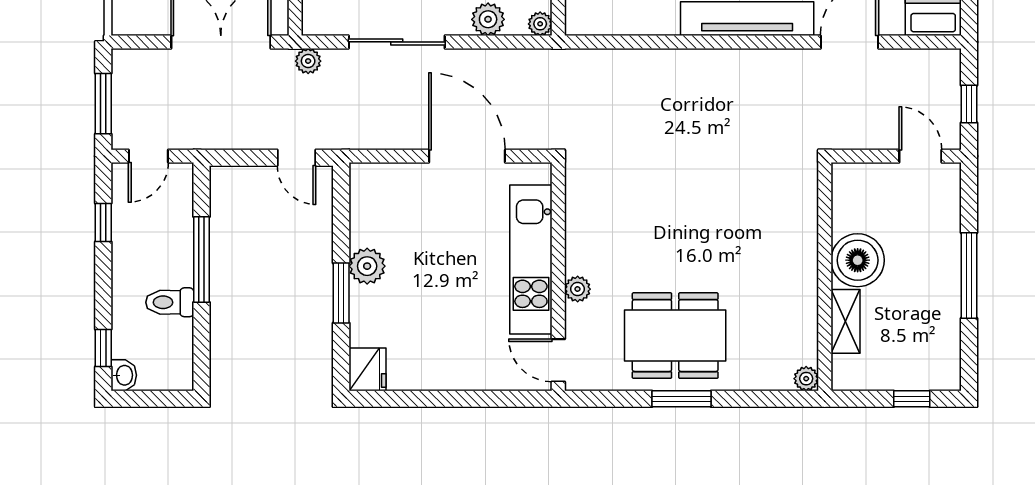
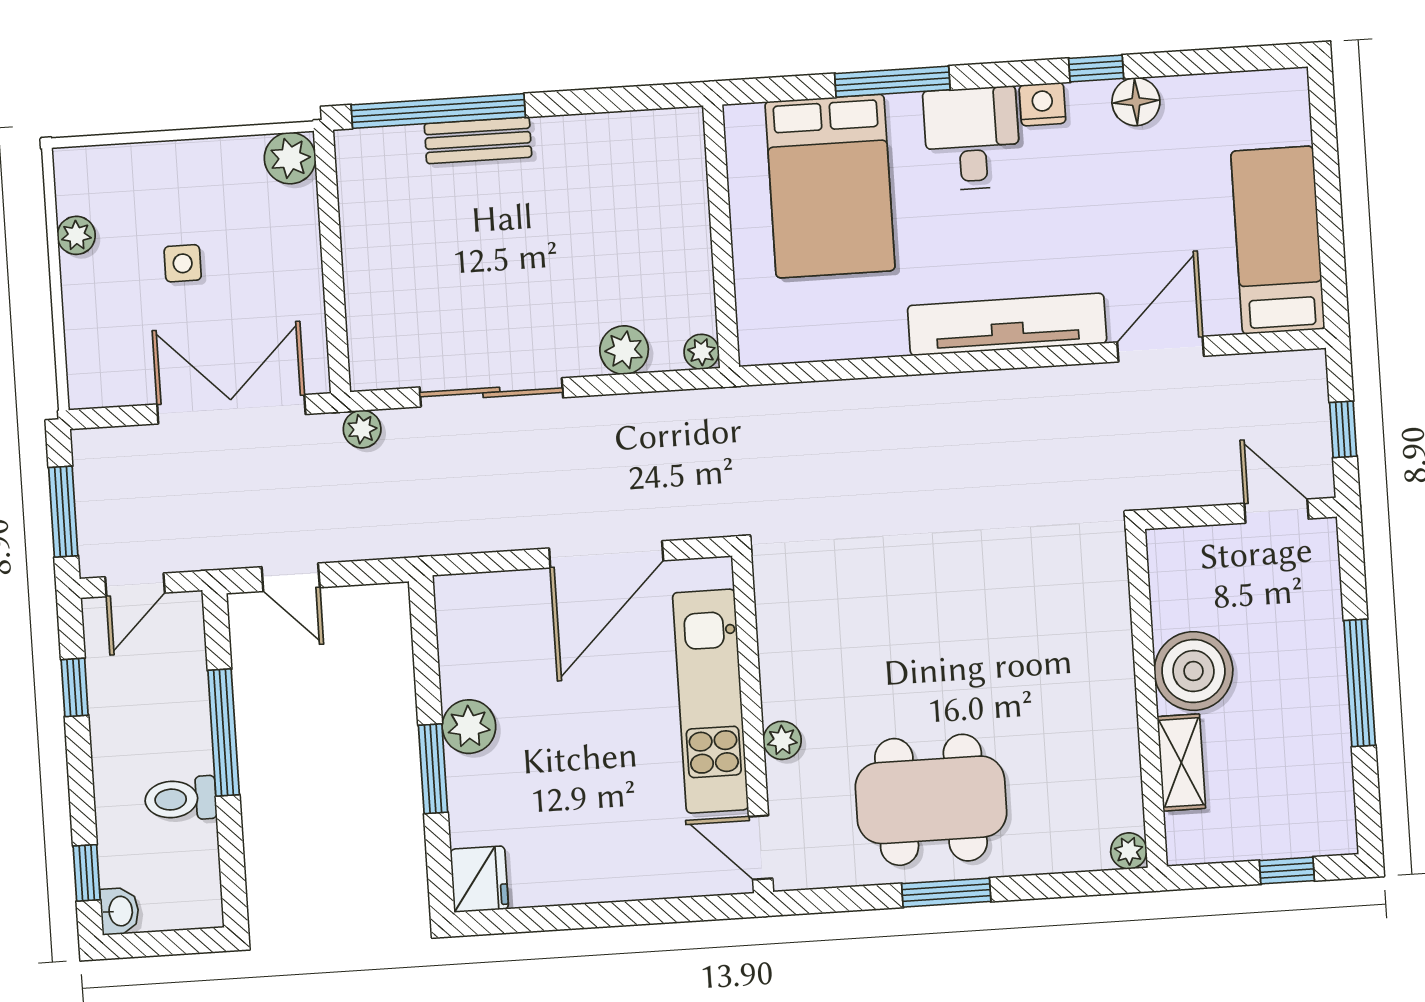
door: (467, 156) -> (606, 554), swing flipped
door: (296, 158) -> (291, 577), moved

